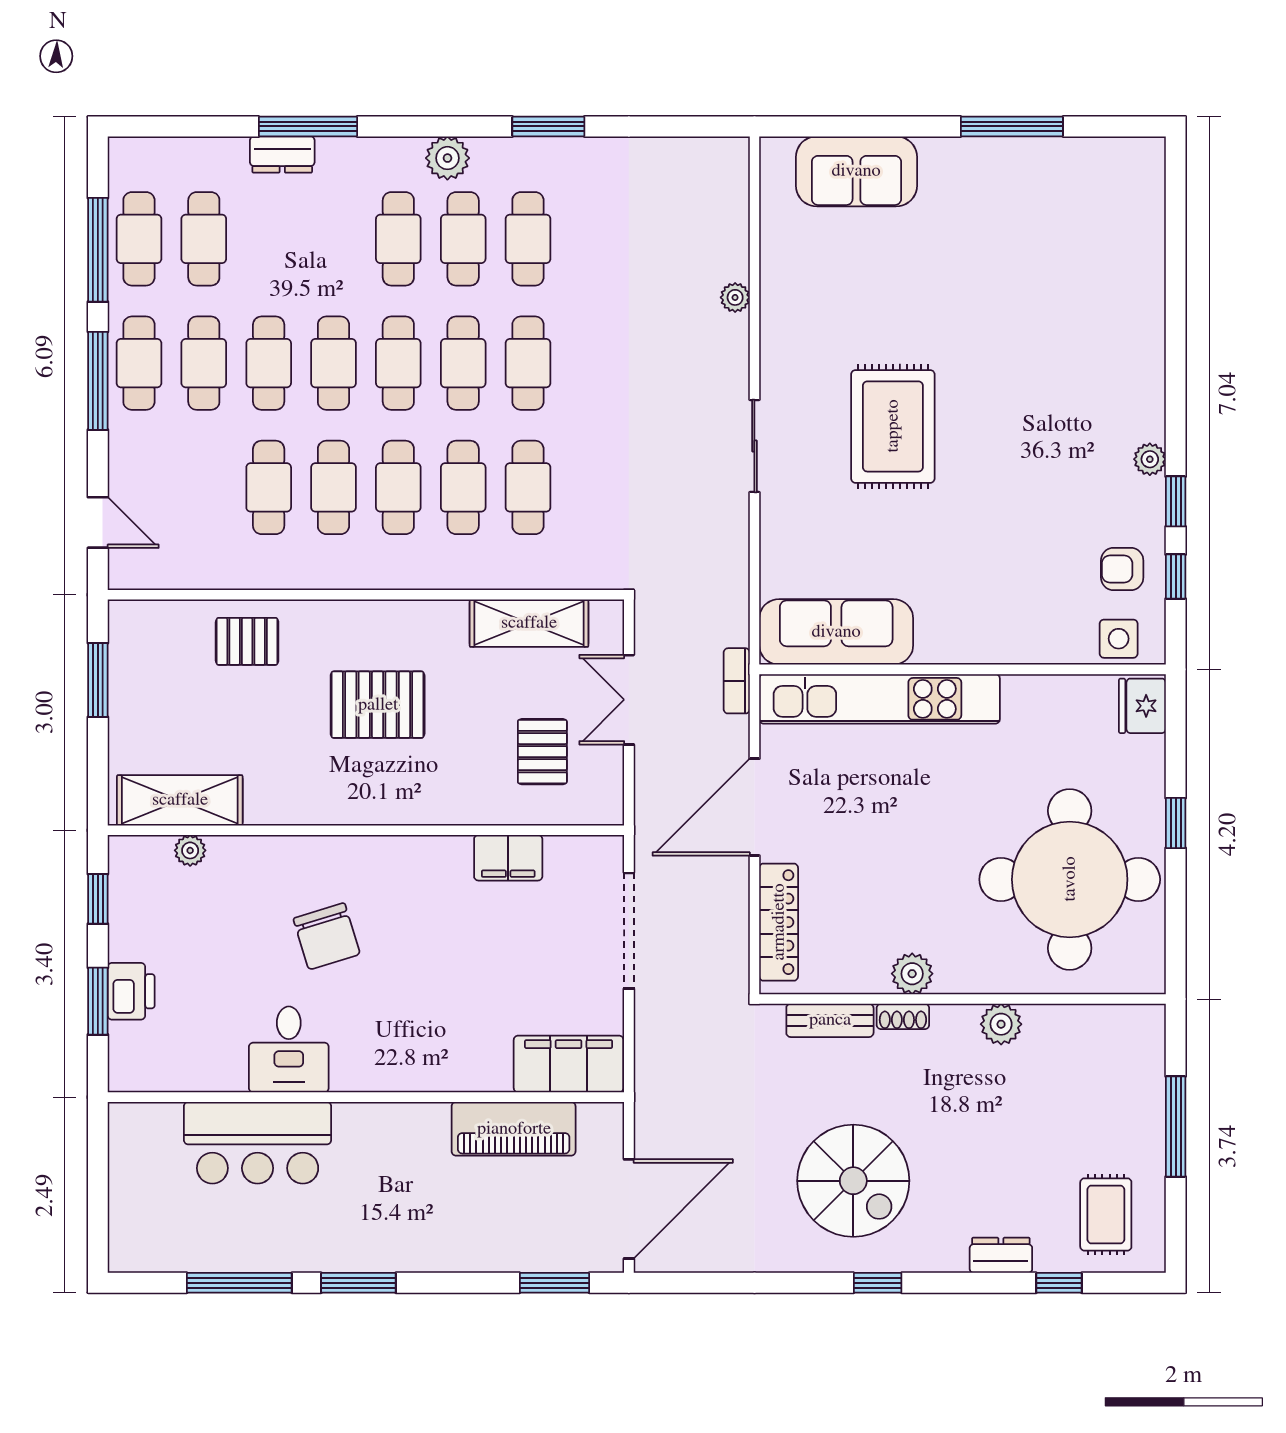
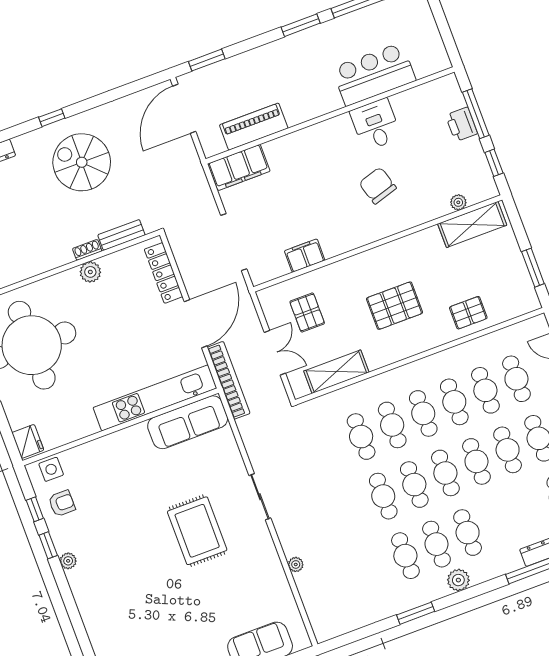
cafe table: (204, 487) -> (516, 379), added
bookcase: (737, 681) -> (229, 380), width x2.31, depth x1.31
window: (98, 1001) -> (476, 114), width x1.44
plant: (1001, 1024) -> (39, 264), removed

